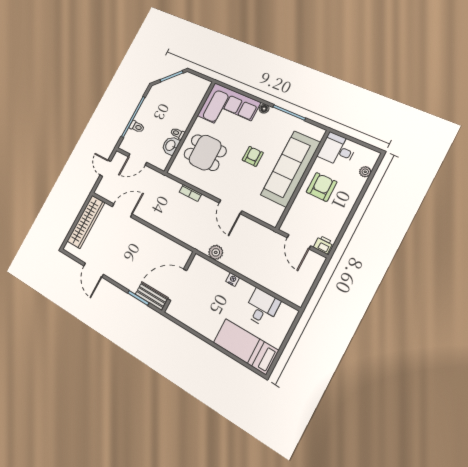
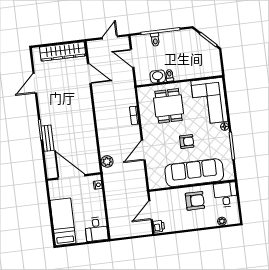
wall: (179, 282) -> (74, 177), moved
door: (177, 285) -> (71, 177), moved
desk: (262, 308) -> (96, 229), moved, turned 90

